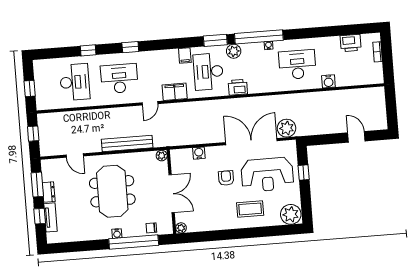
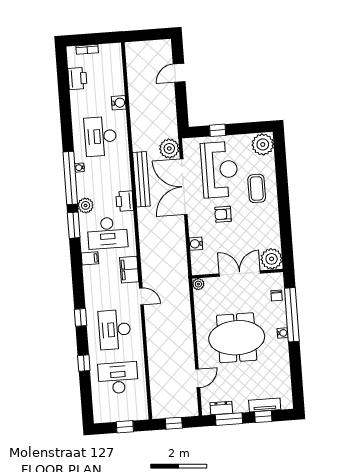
bench: (127, 143) -> (141, 179), moved
dresser: (49, 192) -> (221, 408), moved
plant: (181, 228) -> (272, 259), width x1.88, depth x1.88

